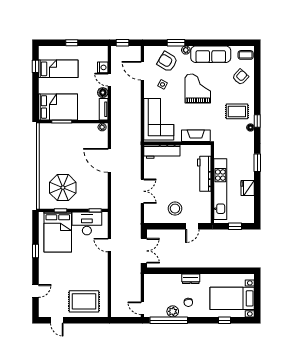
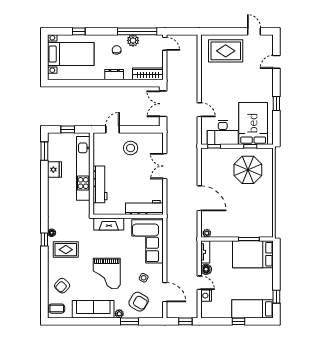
bed: (58, 69) -> (253, 309), moved
window: (257, 163) -> (44, 151), moved
wardrobe: (158, 279) -> (148, 74), added

